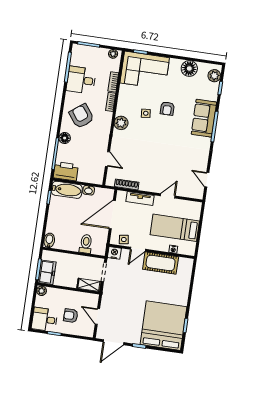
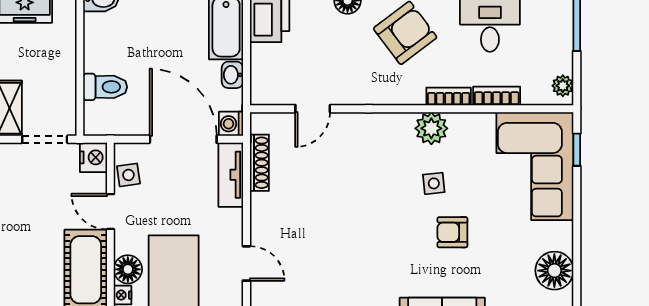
plant: (121, 123) -> (431, 128), moved
washing machine: (109, 194) -> (231, 124), added
tv unit: (140, 198) -> (231, 175), moved
floor lamp: (163, 245) -> (128, 269), added

